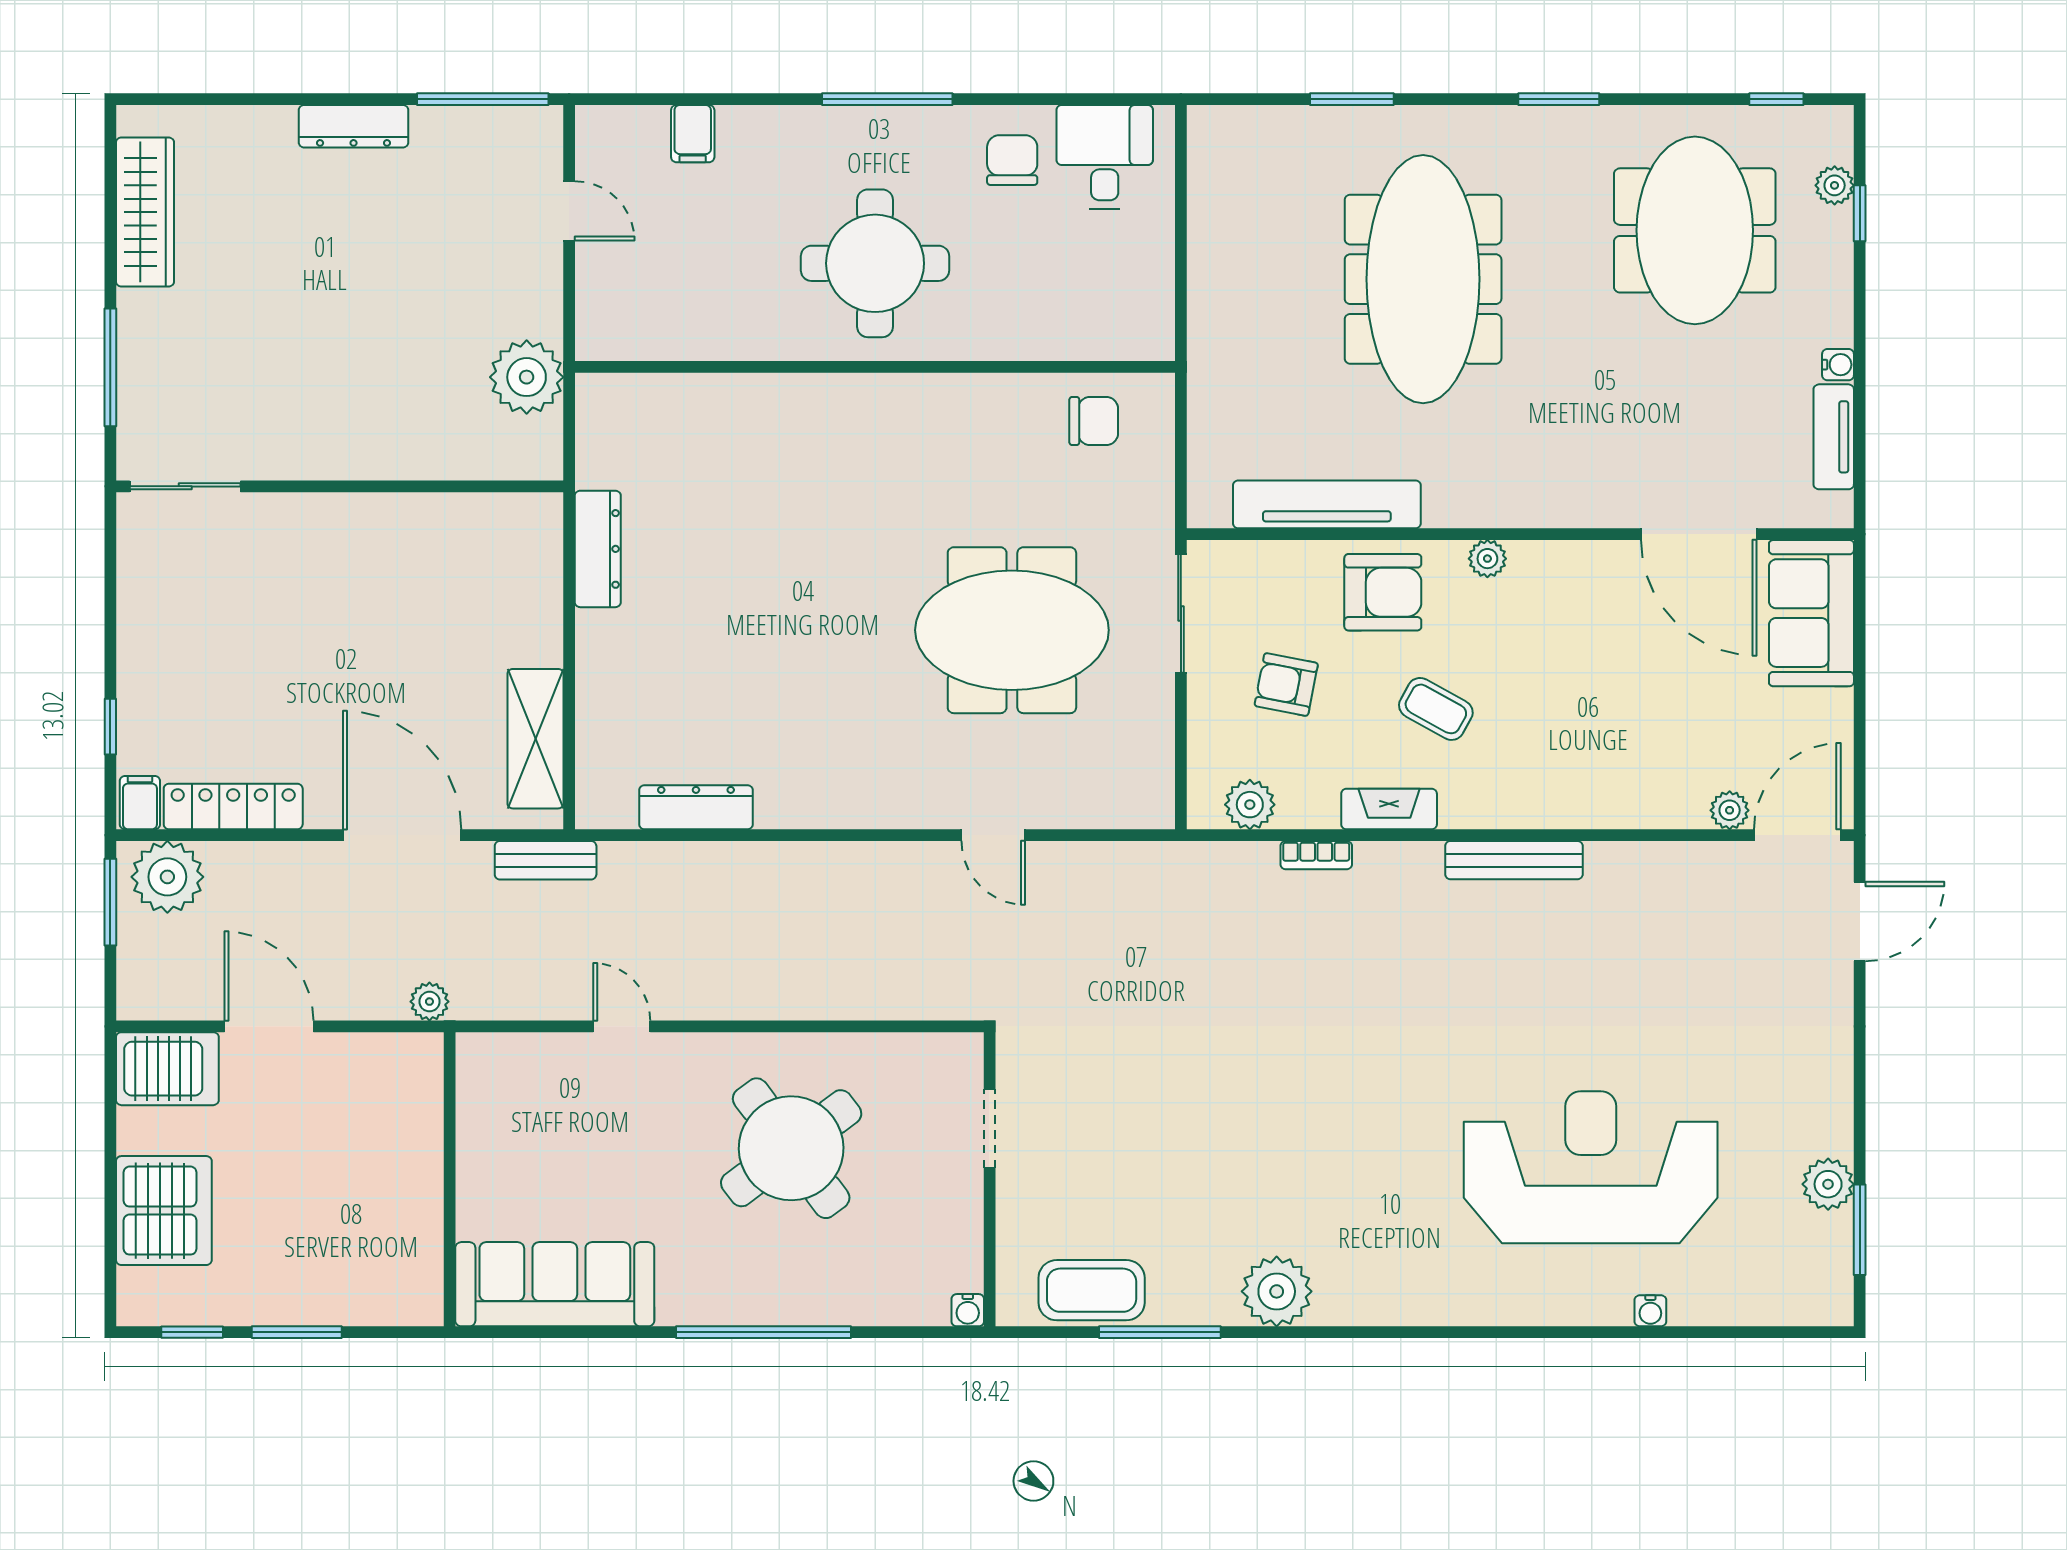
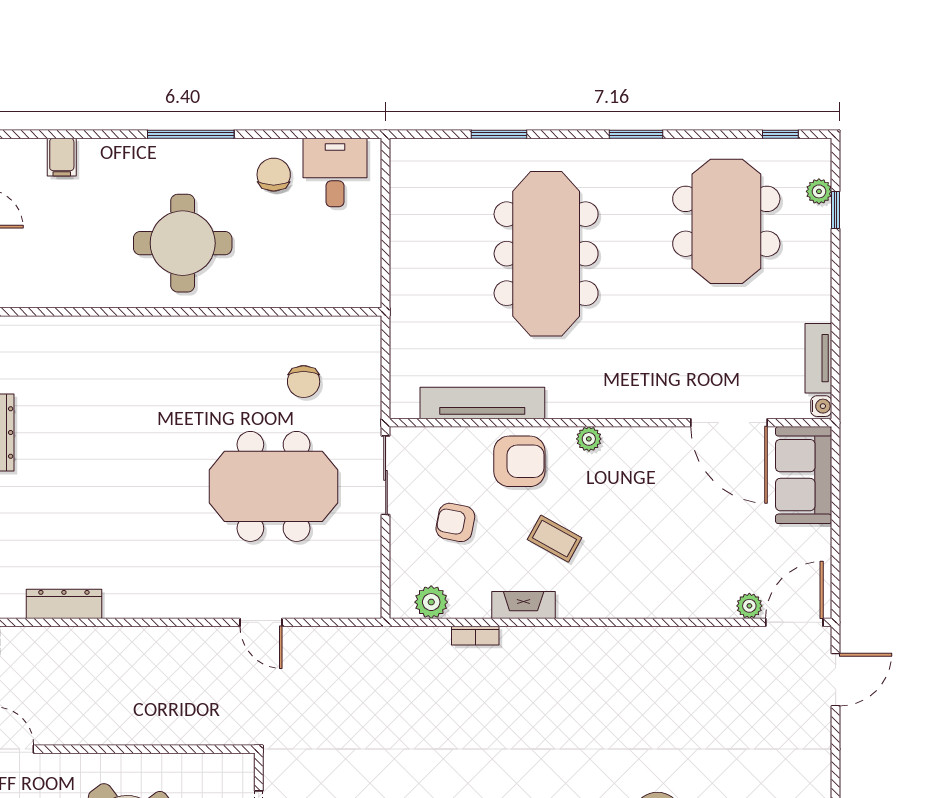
water cooler: (1838, 365) -> (821, 406), moved
chair: (1094, 421) -> (304, 382), moved, turned 90
bench: (1514, 860) -> (606, 639), removed

